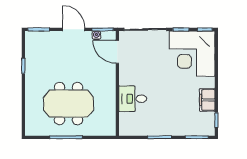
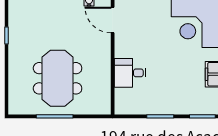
meeting table: (69, 104) -> (58, 78), turned 90

